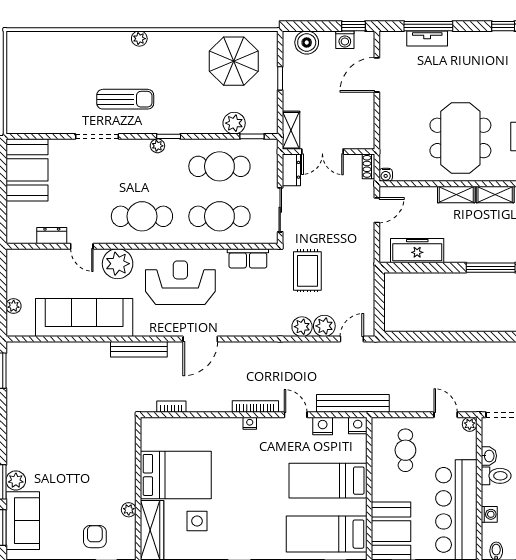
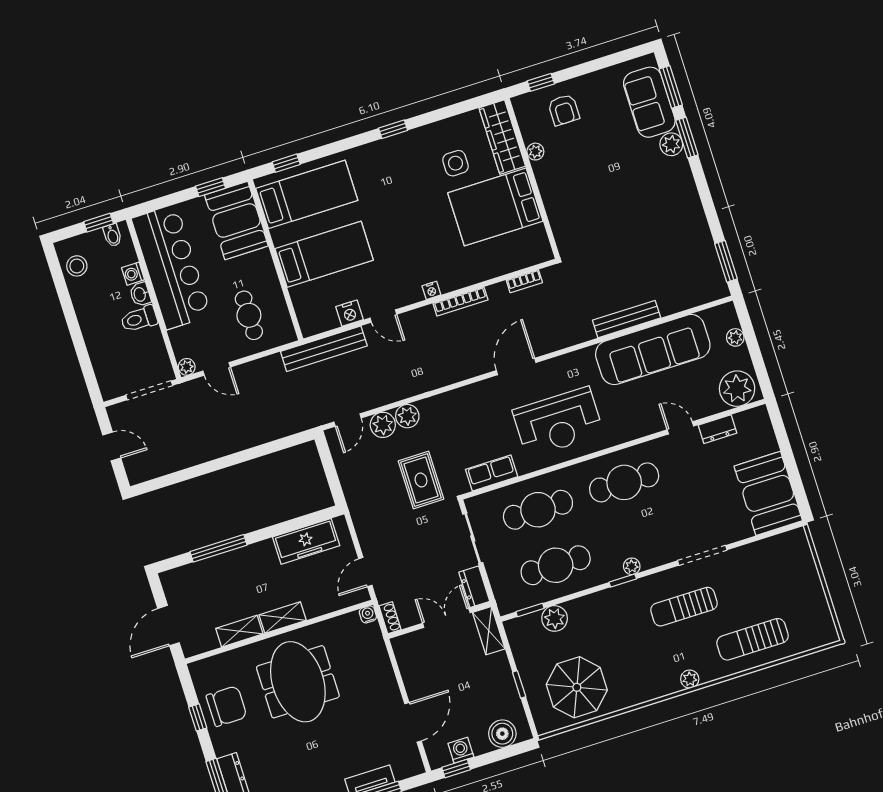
sun lounger: (78, 55) -> (753, 639), added
plant: (118, 264) -> (737, 389), moved
bench: (139, 349) -> (627, 319), moved
bookcase: (255, 407) -> (460, 302), moved
nightstand: (358, 425) -> (311, 326), removed
washbasin: (489, 456) -> (140, 294), moved

